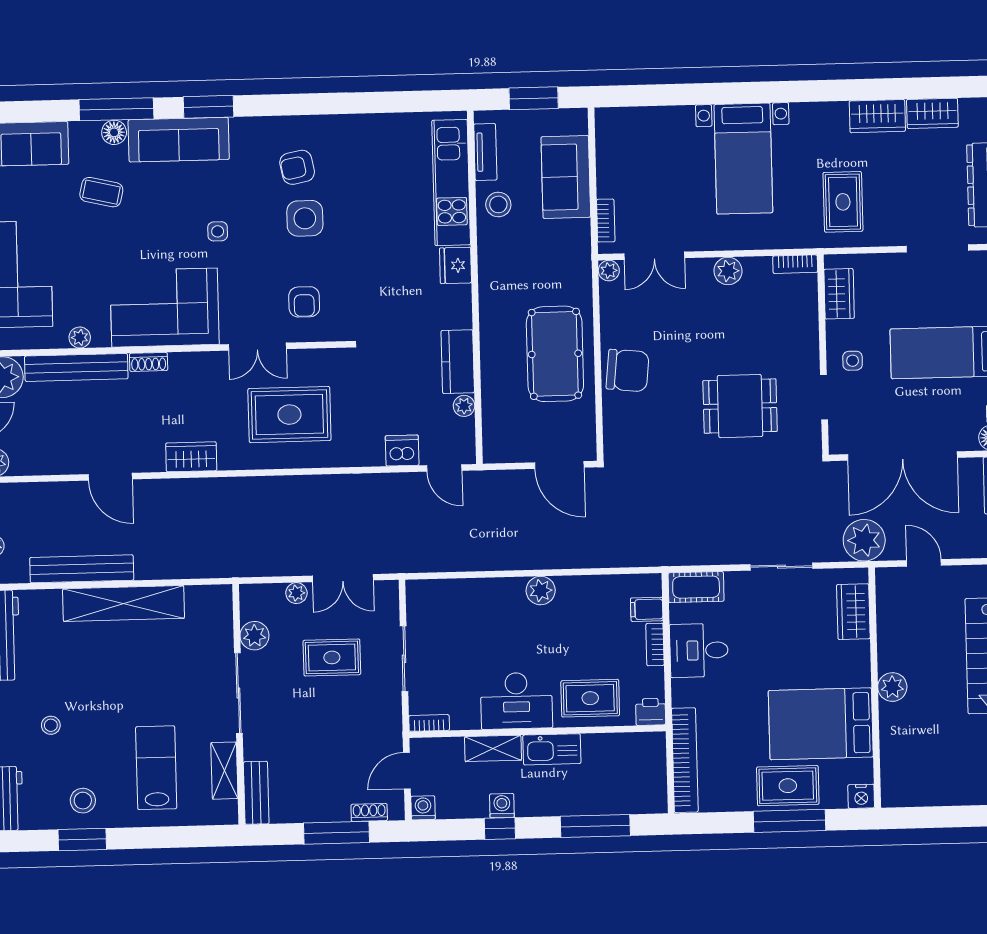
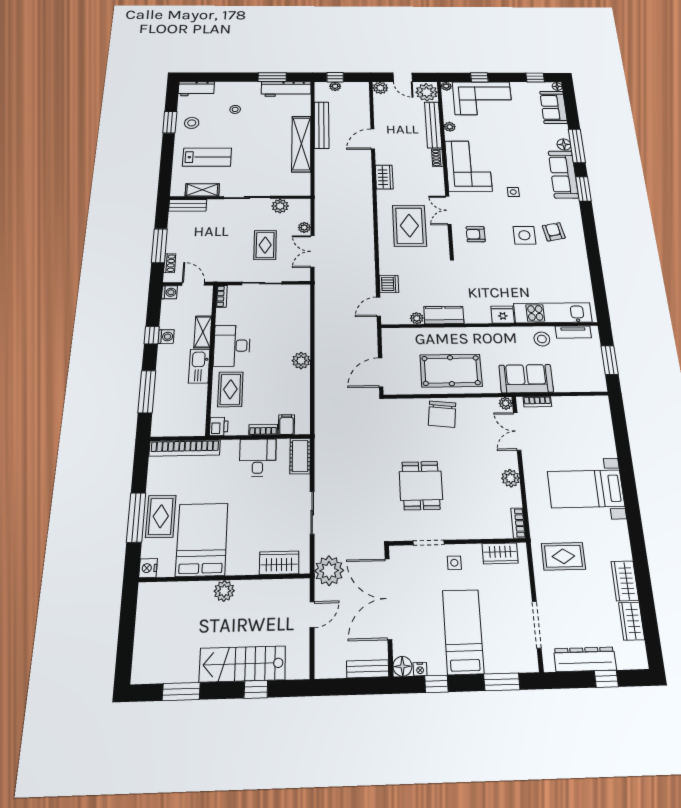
sofa: (566, 177) -> (526, 379), moved
coffee table: (101, 192) -> (530, 138), removed

